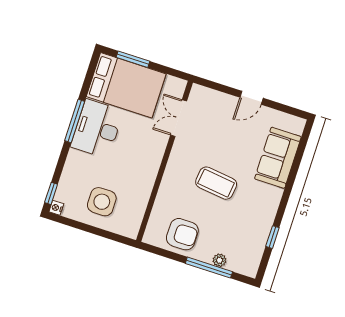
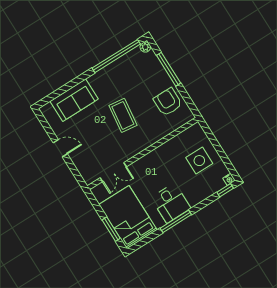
desk: (97, 129) -> (171, 203), width x0.73
window: (272, 237) -> (116, 56), width x3.17
plant: (220, 260) -> (145, 47), moved

